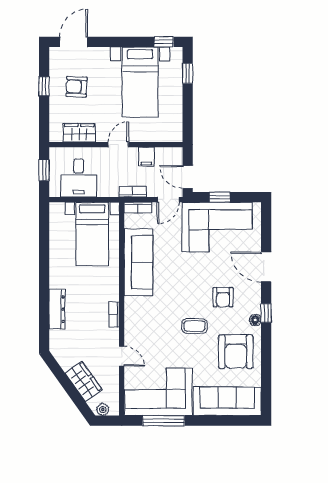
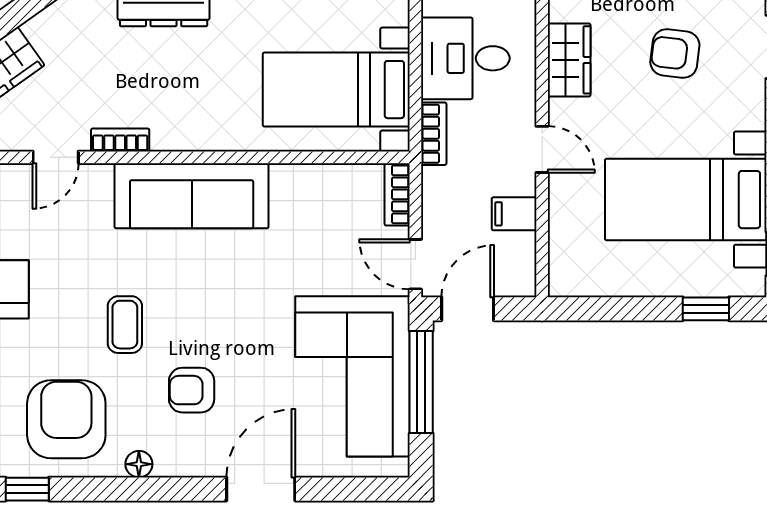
armchair: (77, 87) -> (675, 54), turned -86
bookcase: (133, 192) -> (434, 134), moved
window: (220, 197) -> (421, 382), width x2.17
sofa: (138, 262) -> (192, 196), moved
window: (266, 313) -> (27, 489), moved
bookcase: (114, 315) -> (120, 140), moved
armchair: (236, 352) -> (66, 419), turned 90

